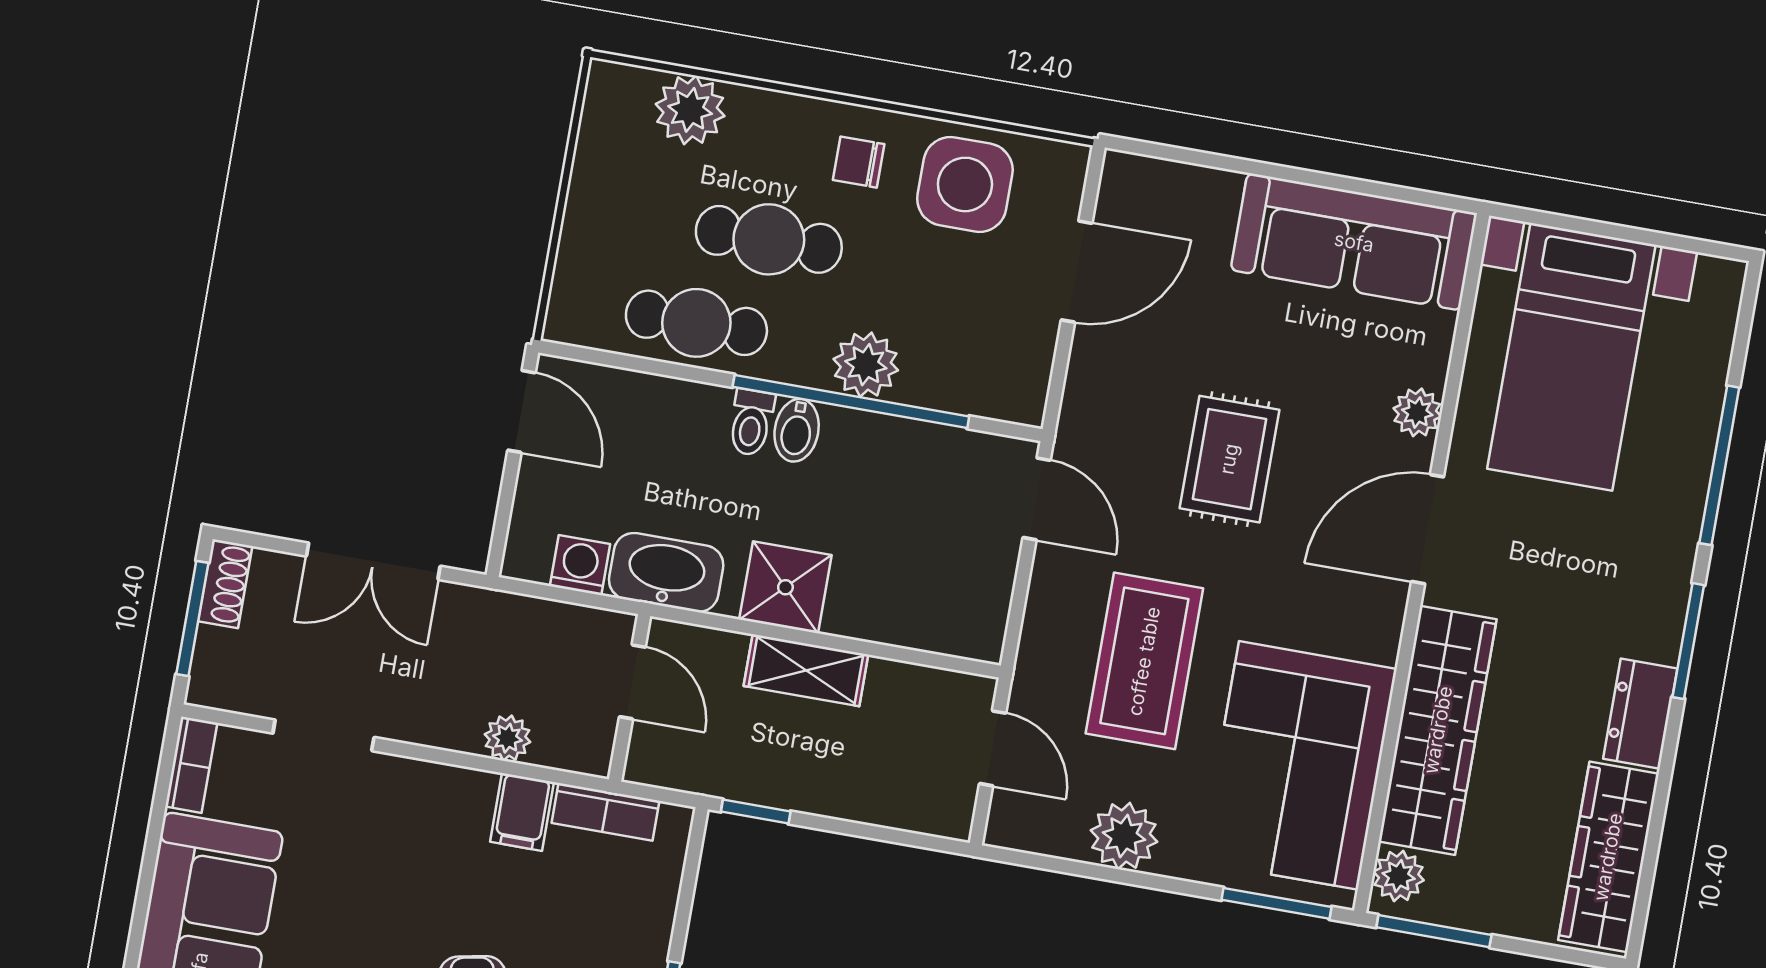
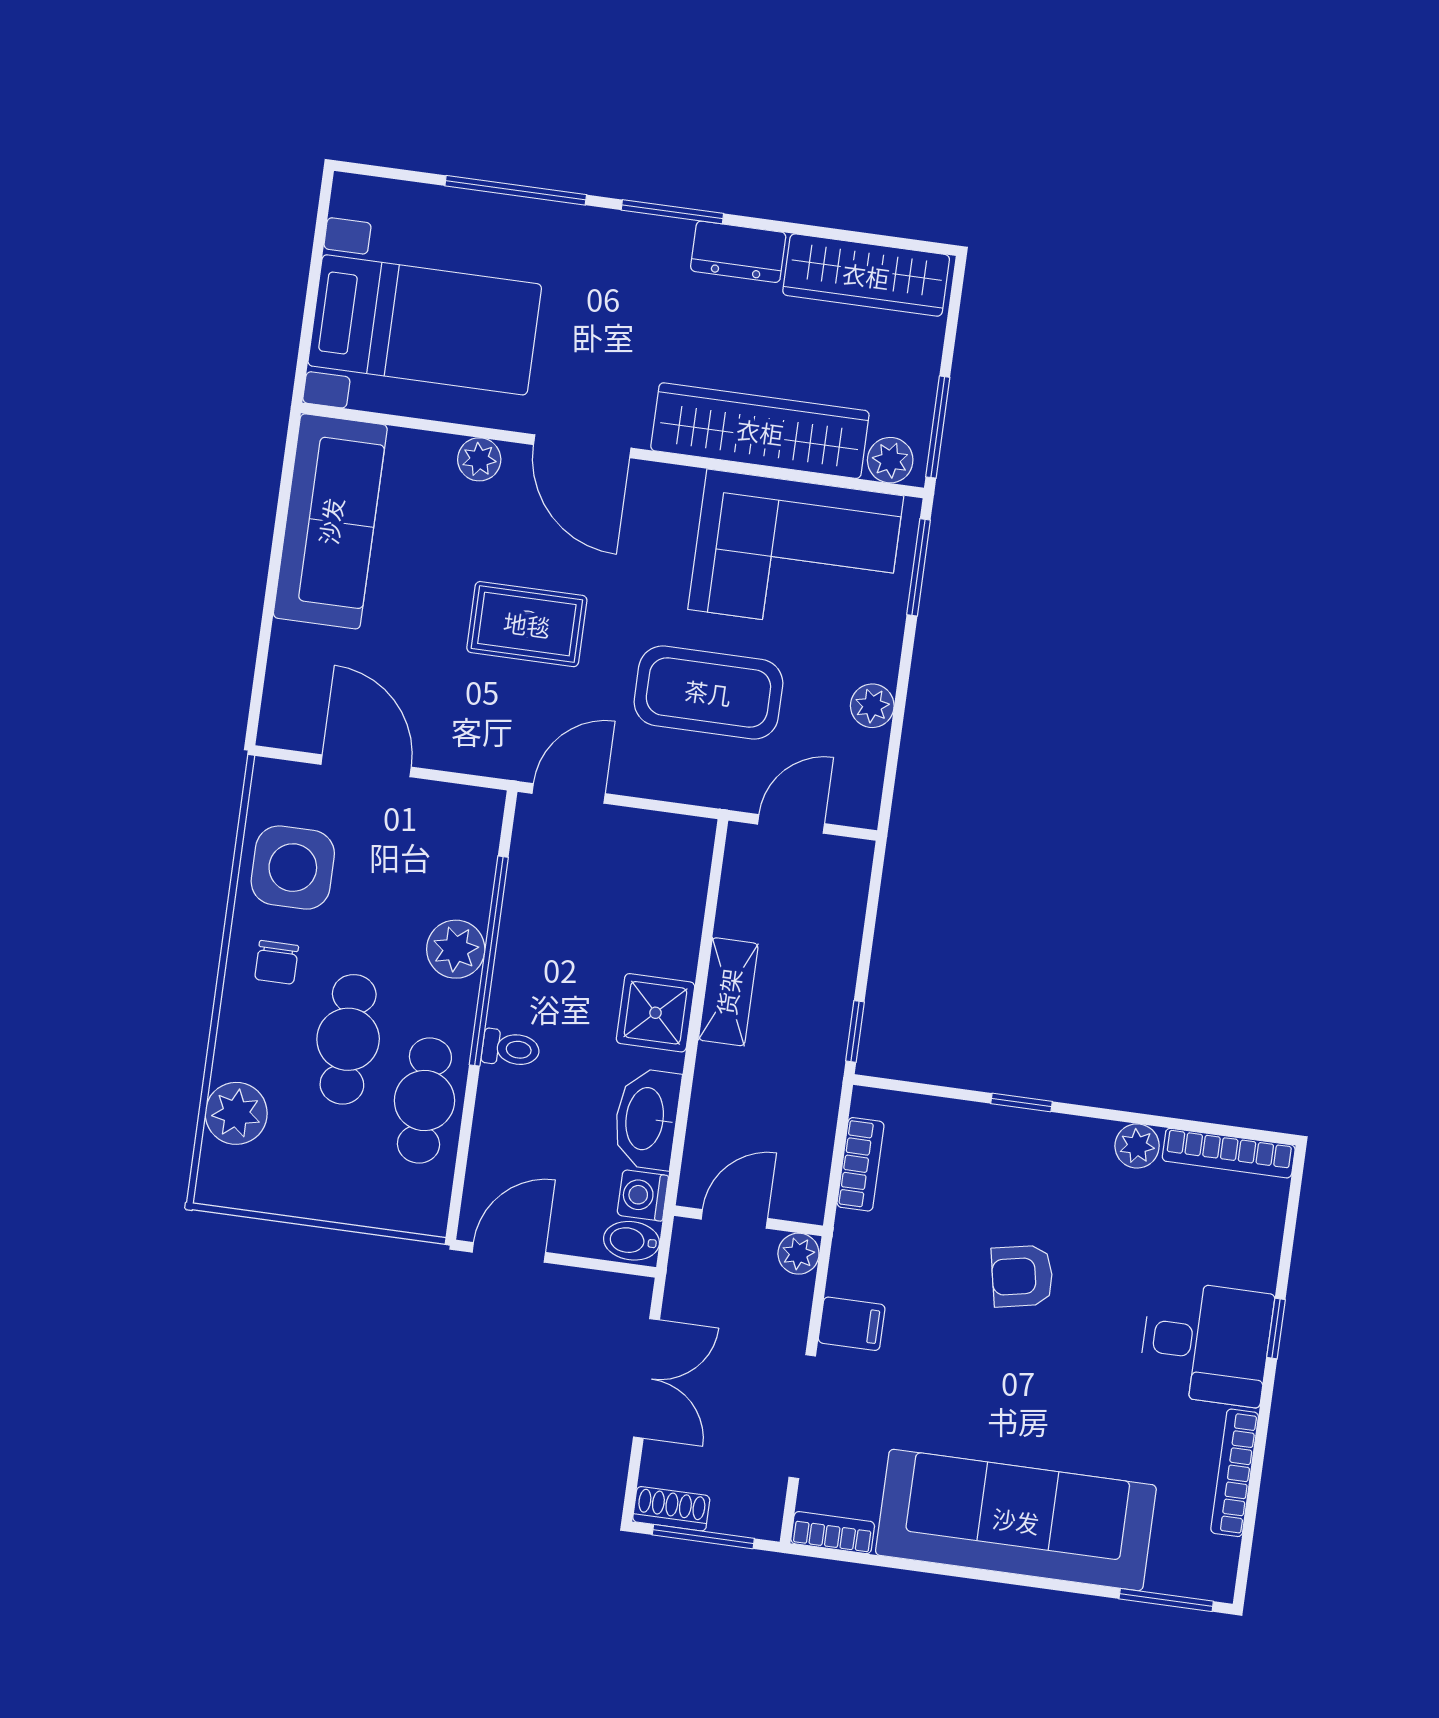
bidet: (797, 430) -> (632, 1241), moved, turned 180
door: (632, 682) -> (734, 1219), moved
wall: (630, 698) -> (749, 1221), moved
doorway: (323, 735) -> (802, 1417), width x1.38
filing cabinet: (522, 812) -> (852, 1324), moved
plant: (1124, 836) -> (872, 706), width x0.73, depth x0.73

